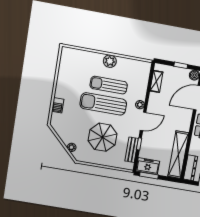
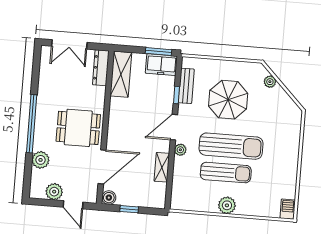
shelving: (156, 81) -> (162, 167), moved
barbecue: (58, 105) -> (288, 209), moved
shelving: (178, 155) -> (121, 74), width x0.68

